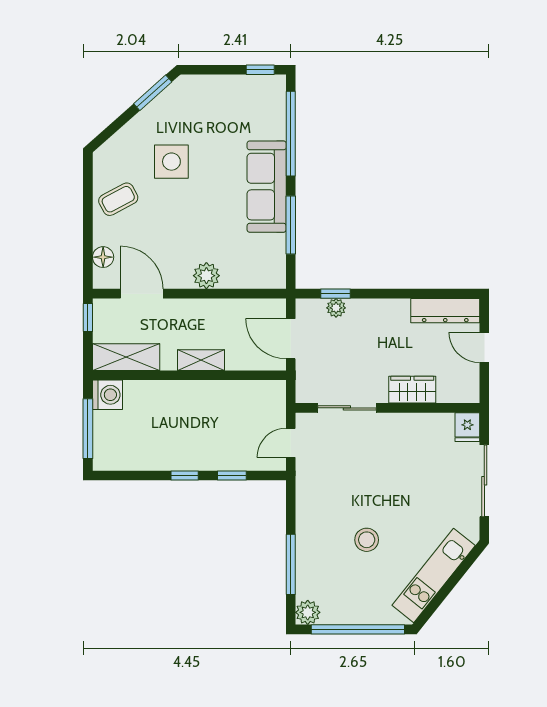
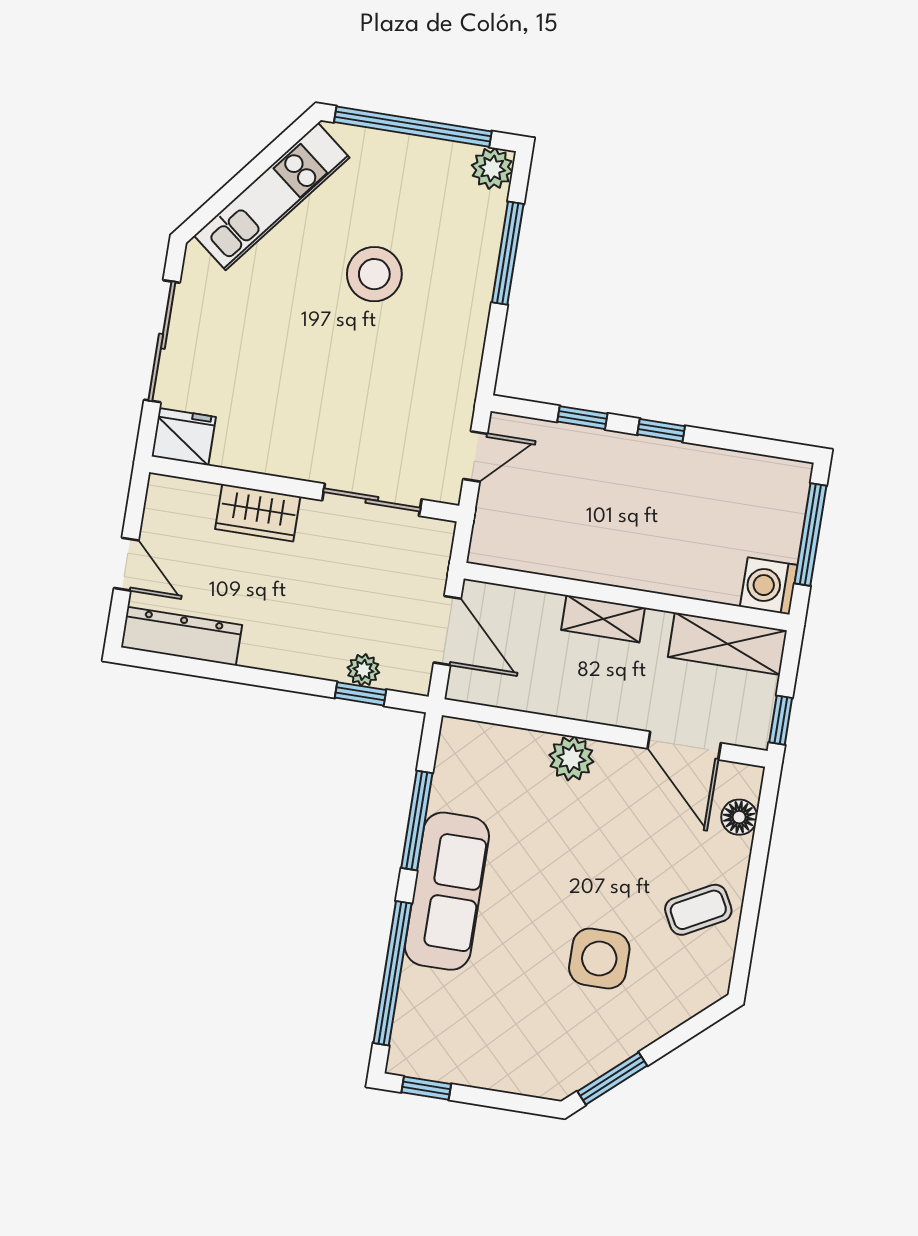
fridge: (467, 427) -> (184, 437), width x1.38
stool: (367, 540) -> (374, 274), width x1.38, depth x1.38

